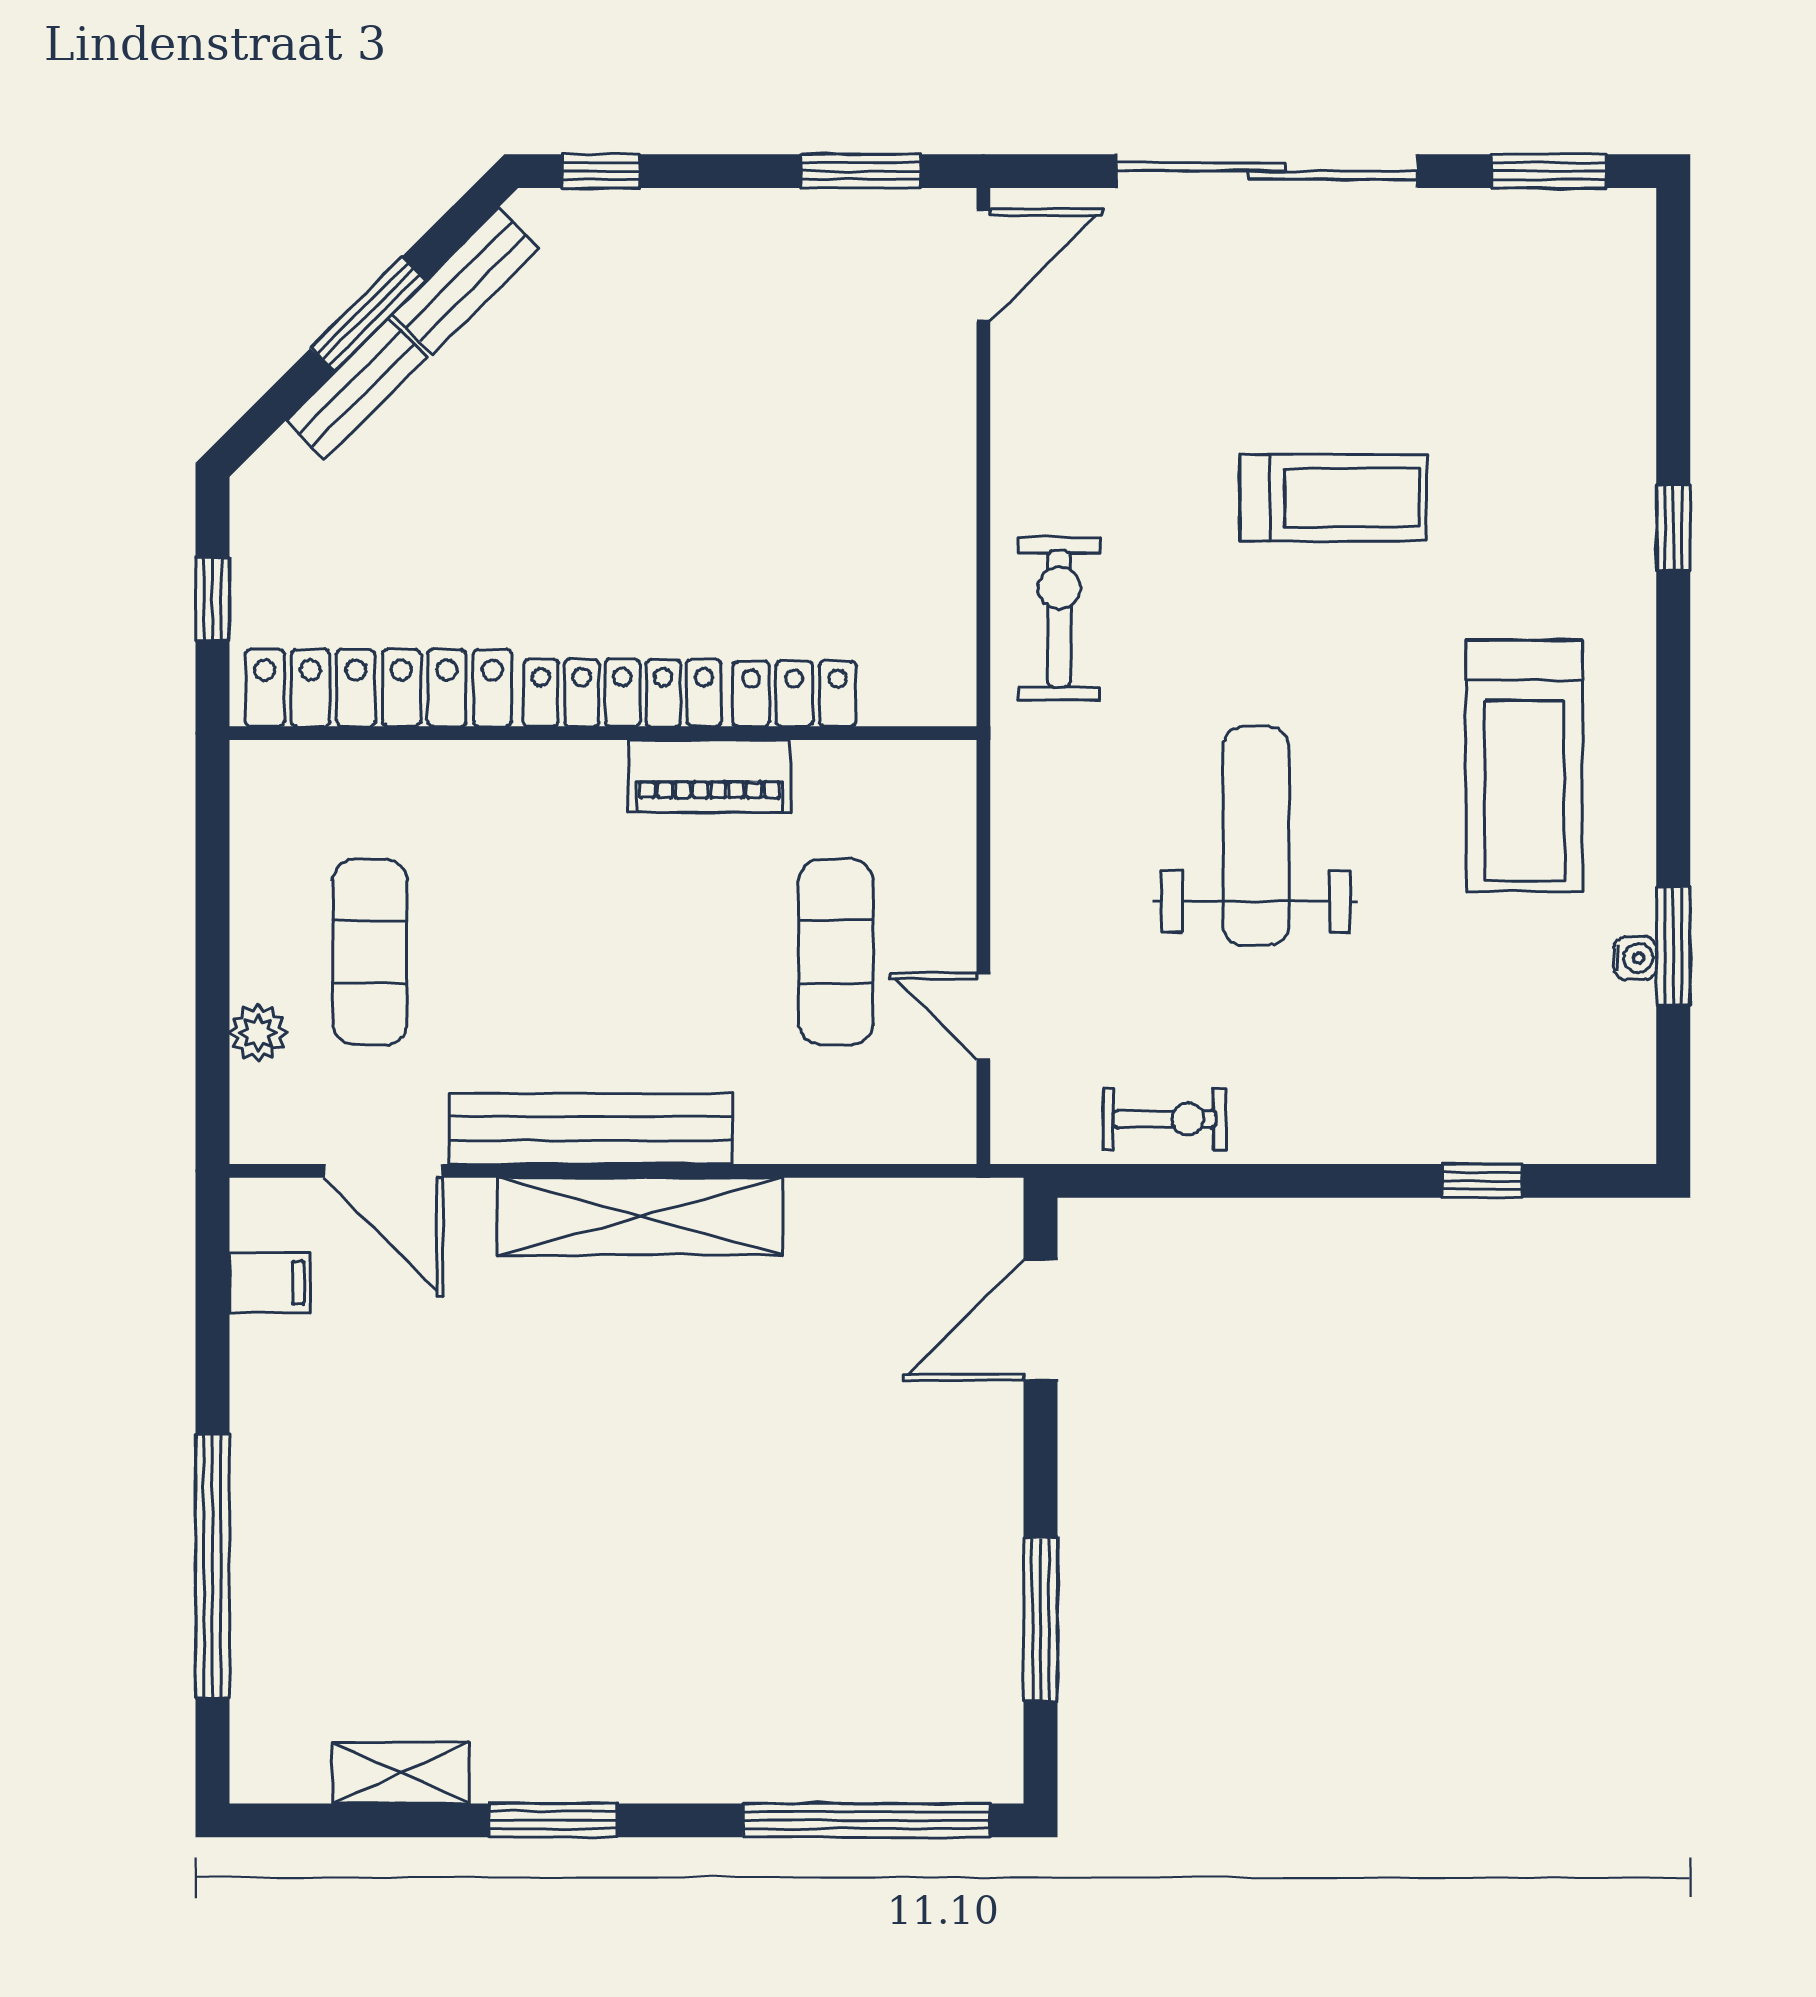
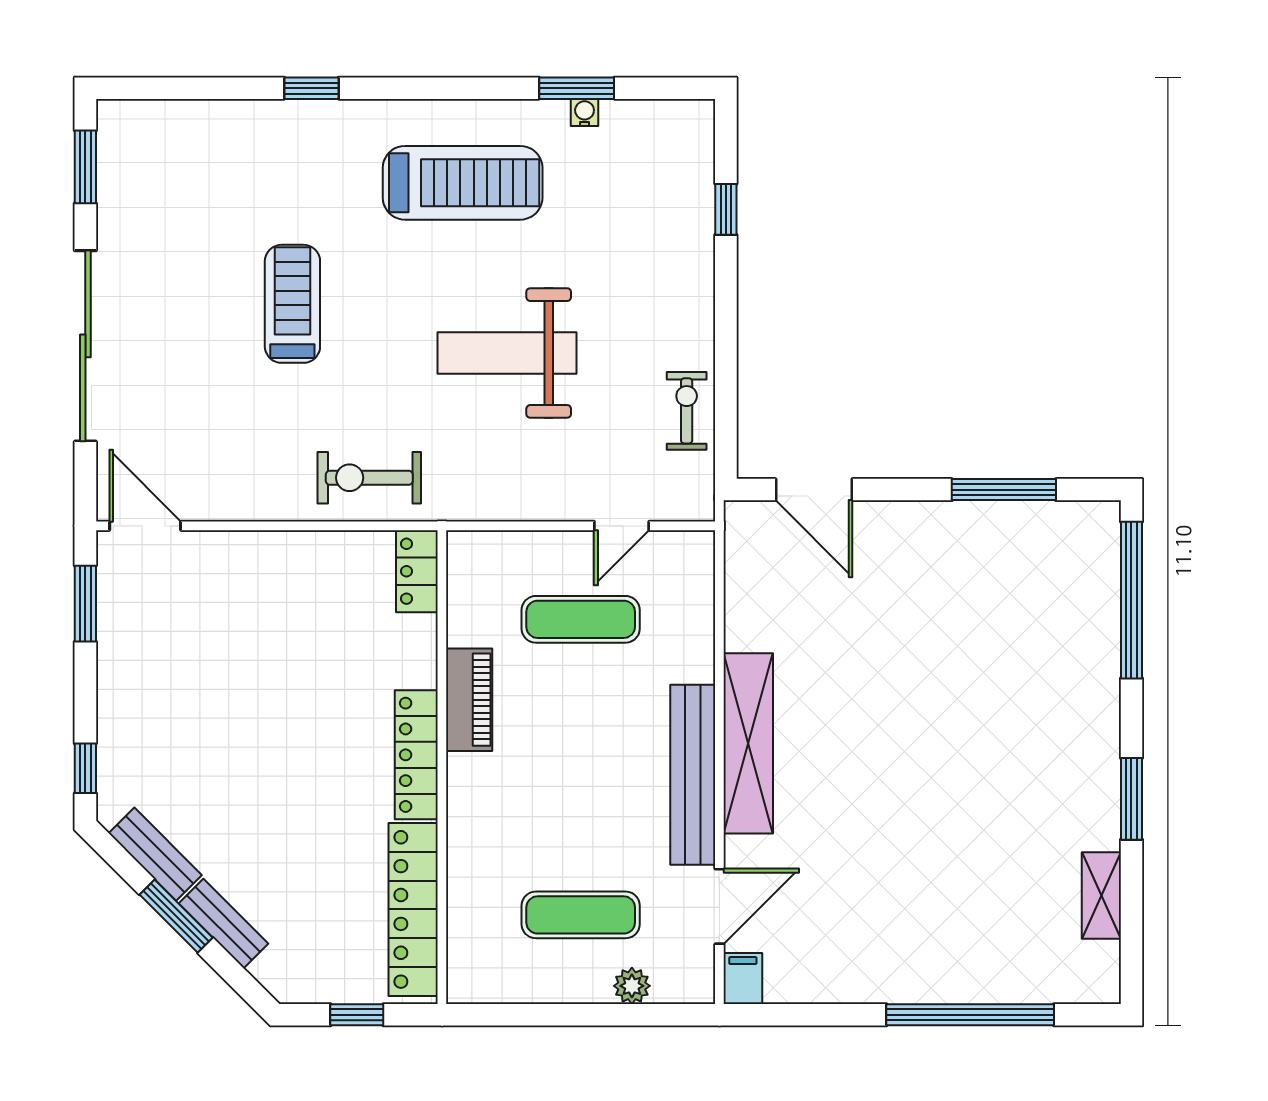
locker: (794, 694) -> (417, 571), moved
filing cabinet: (270, 1283) -> (743, 978), moved

